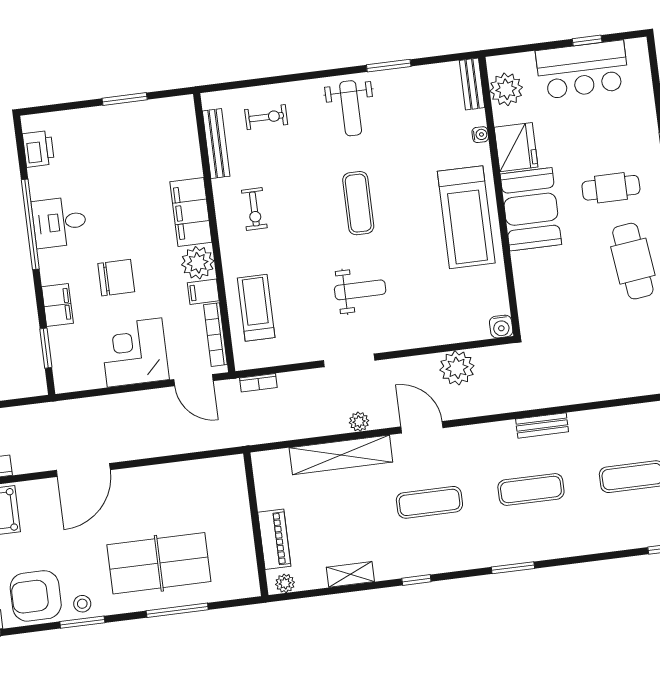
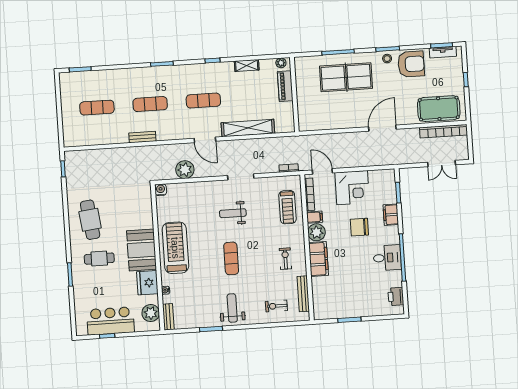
plant: (359, 422) -> (237, 145), removed

